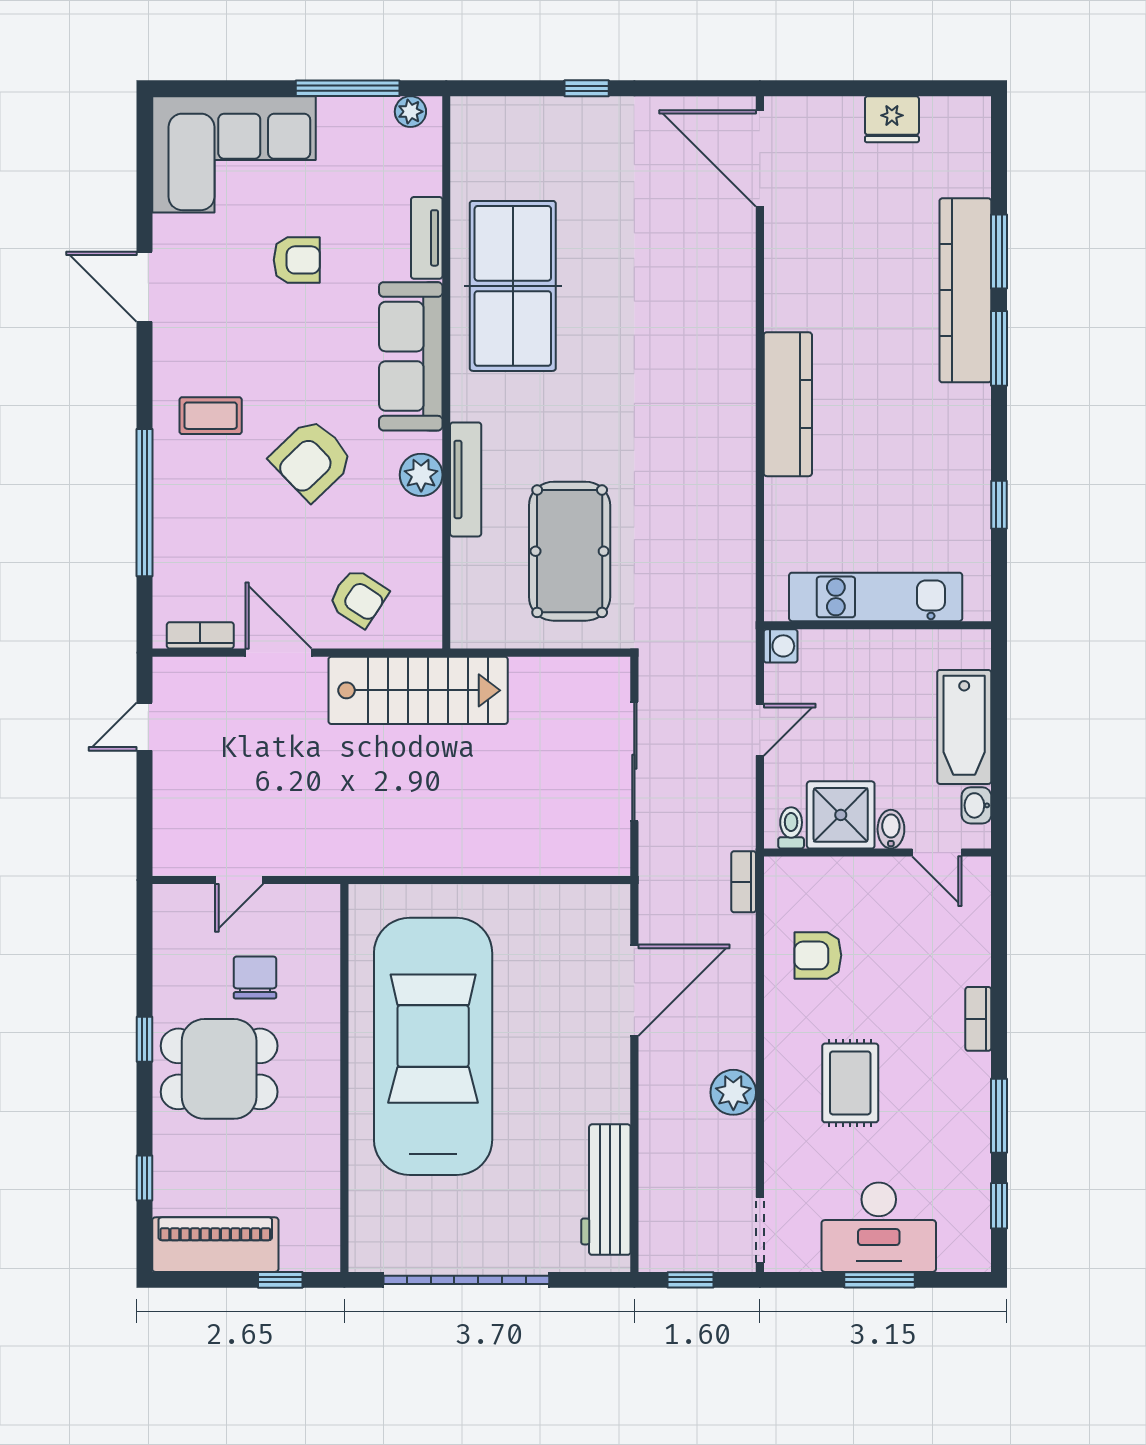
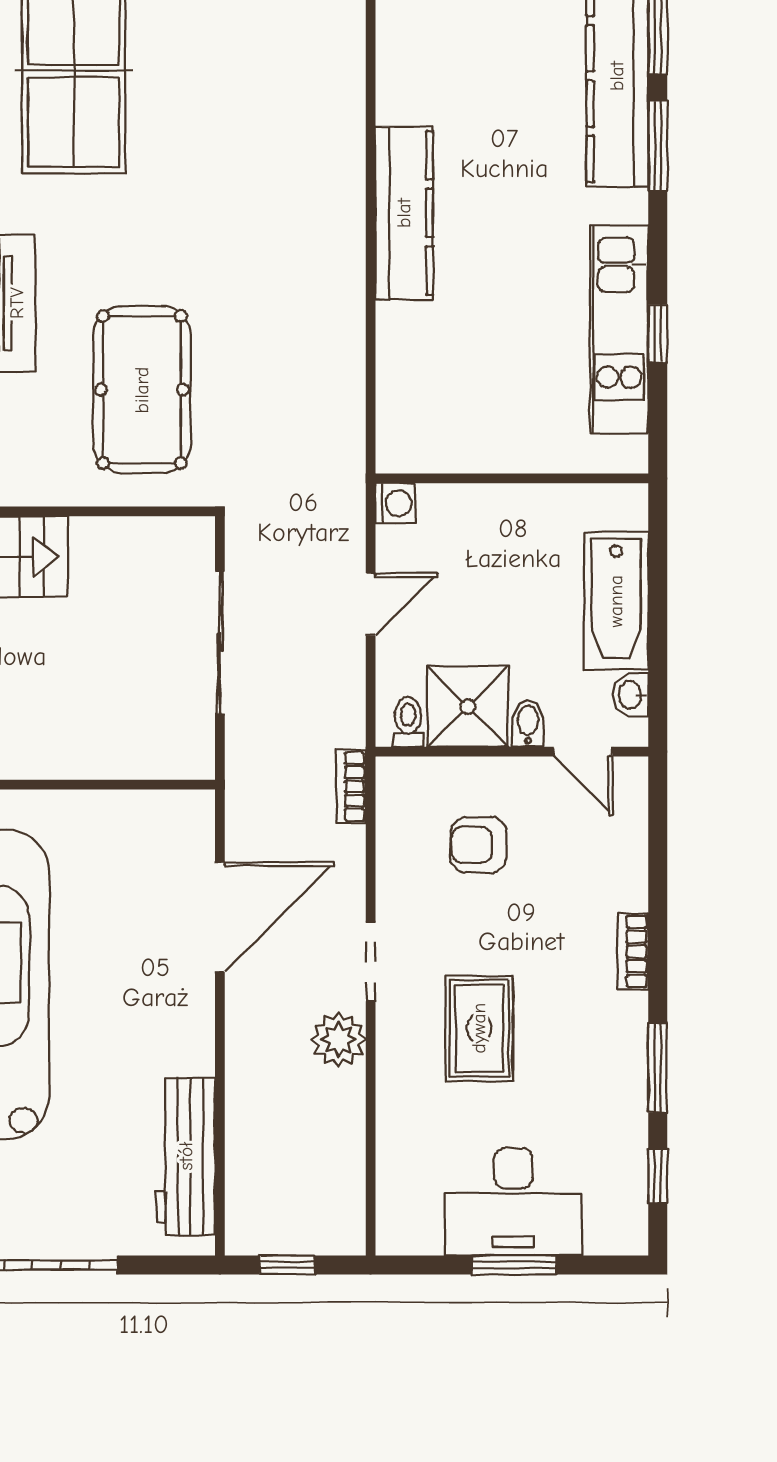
kitchen unit: (876, 597) -> (619, 329), moved, turned -90
armchair: (818, 955) -> (479, 845), moved
doorway: (760, 1230) -> (371, 962), moved

